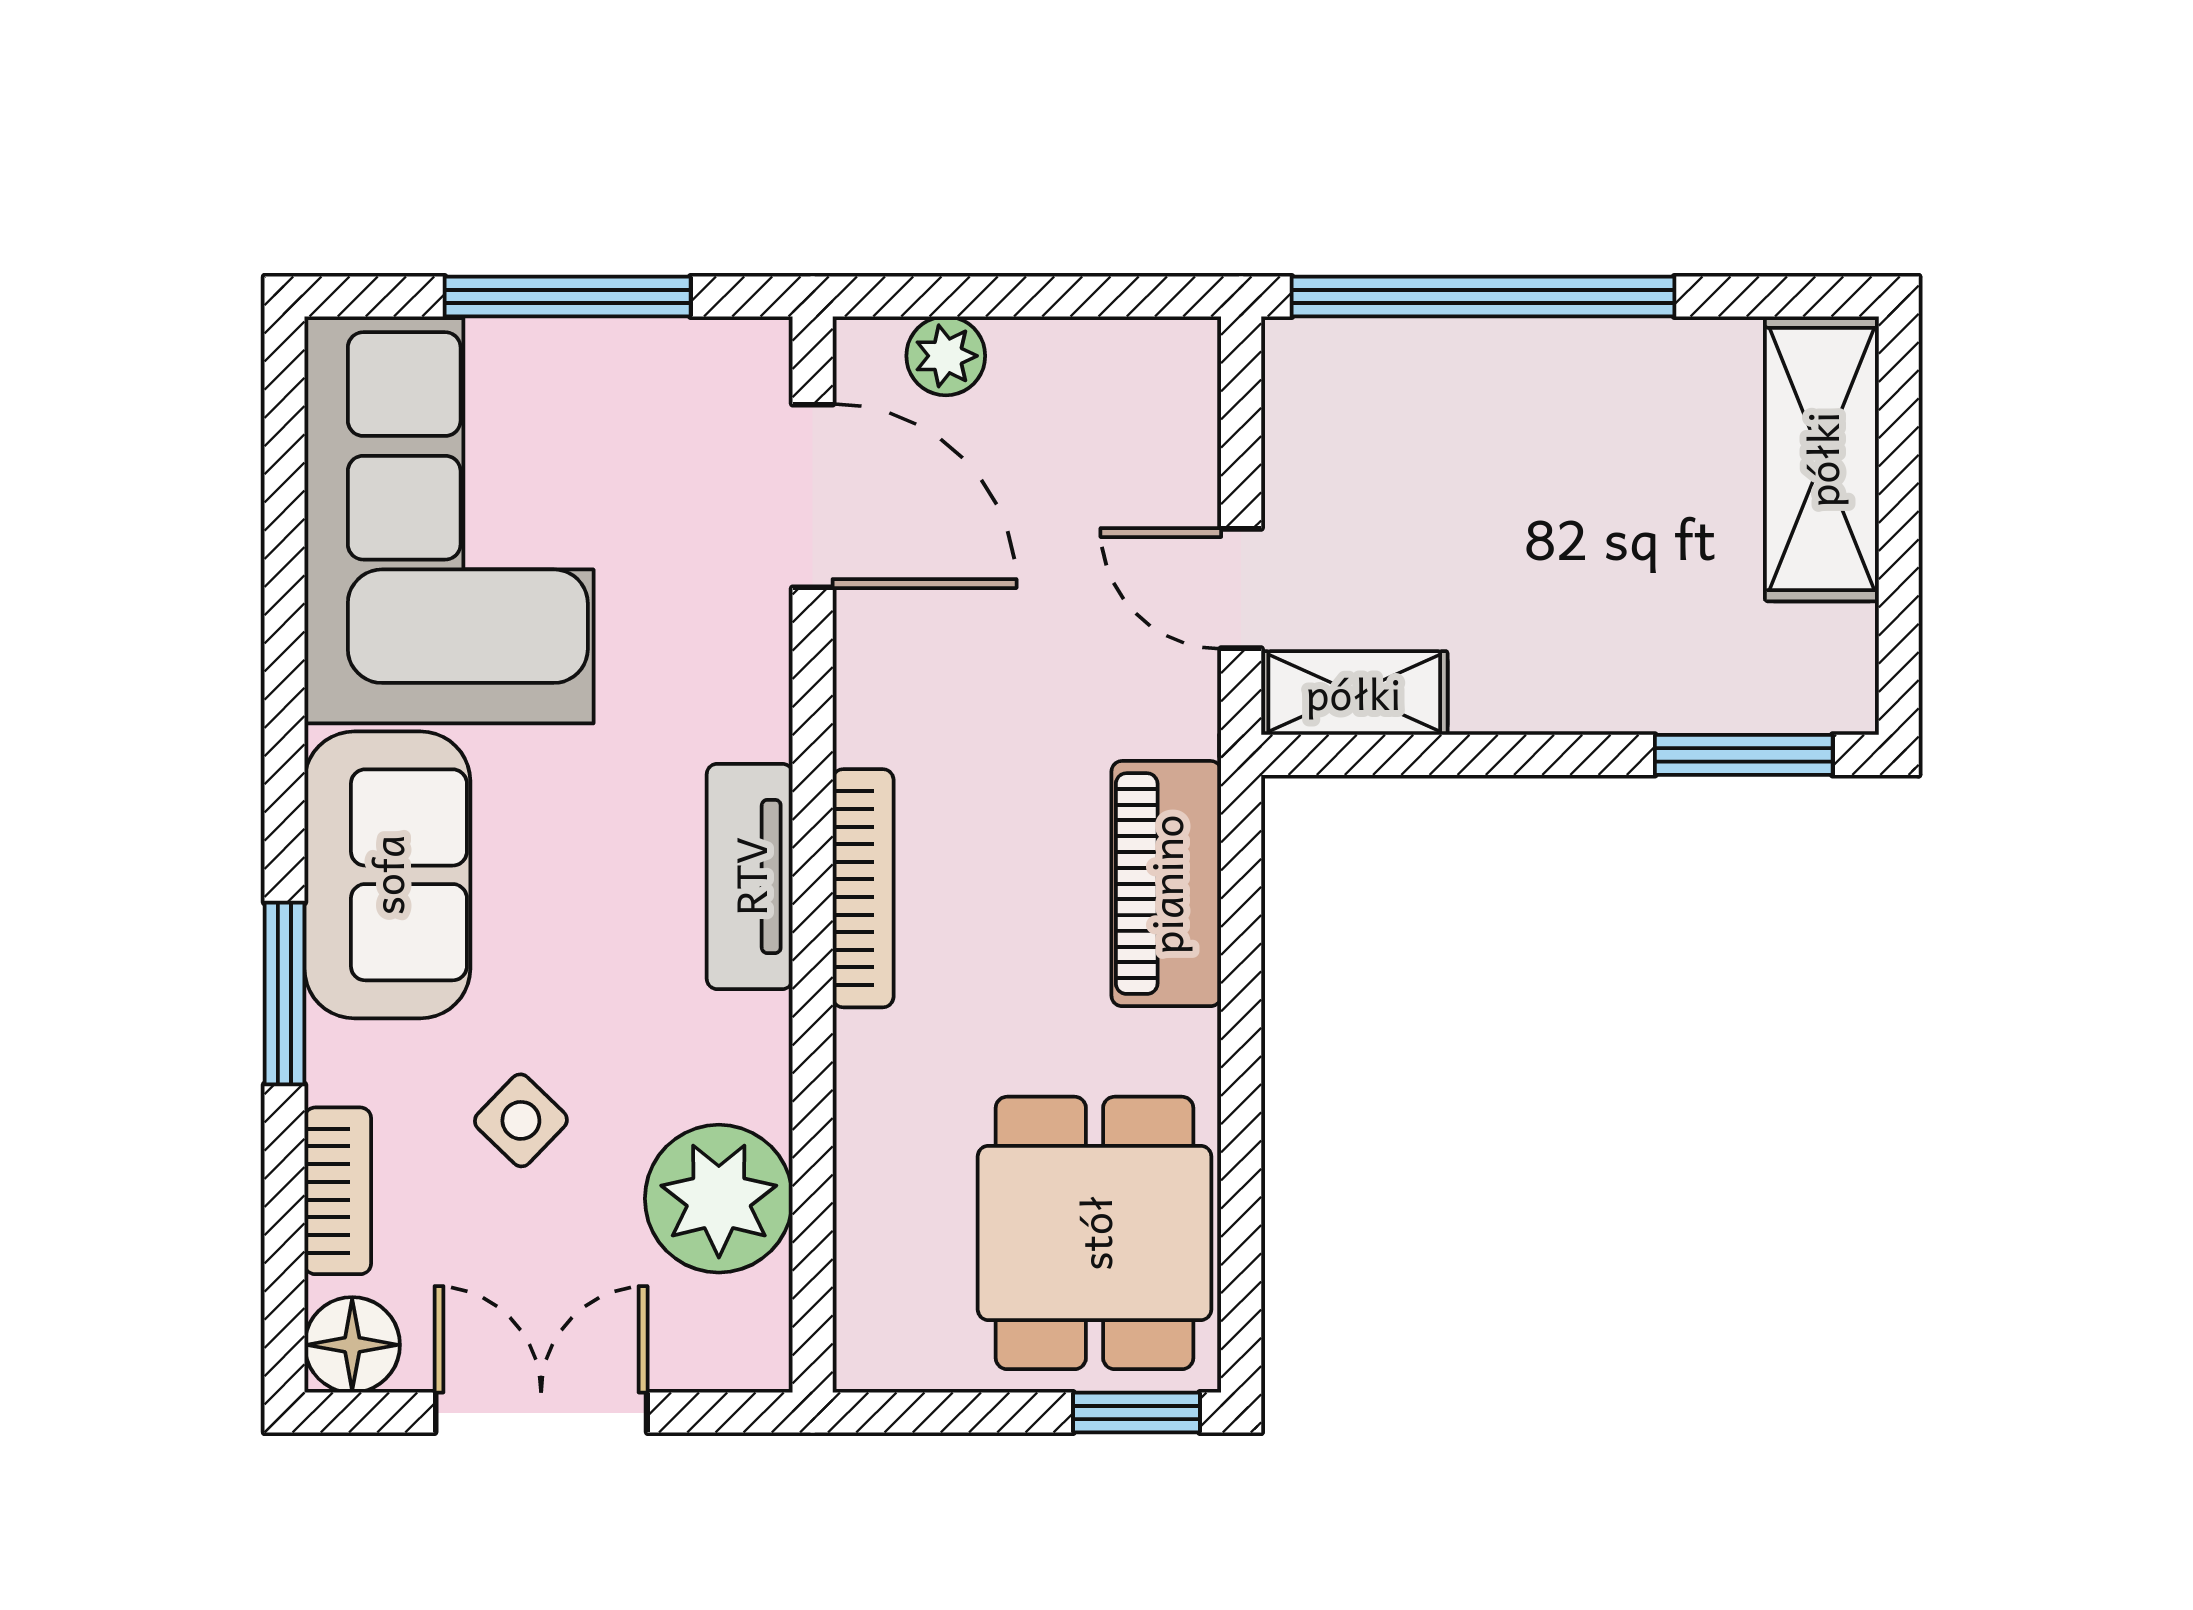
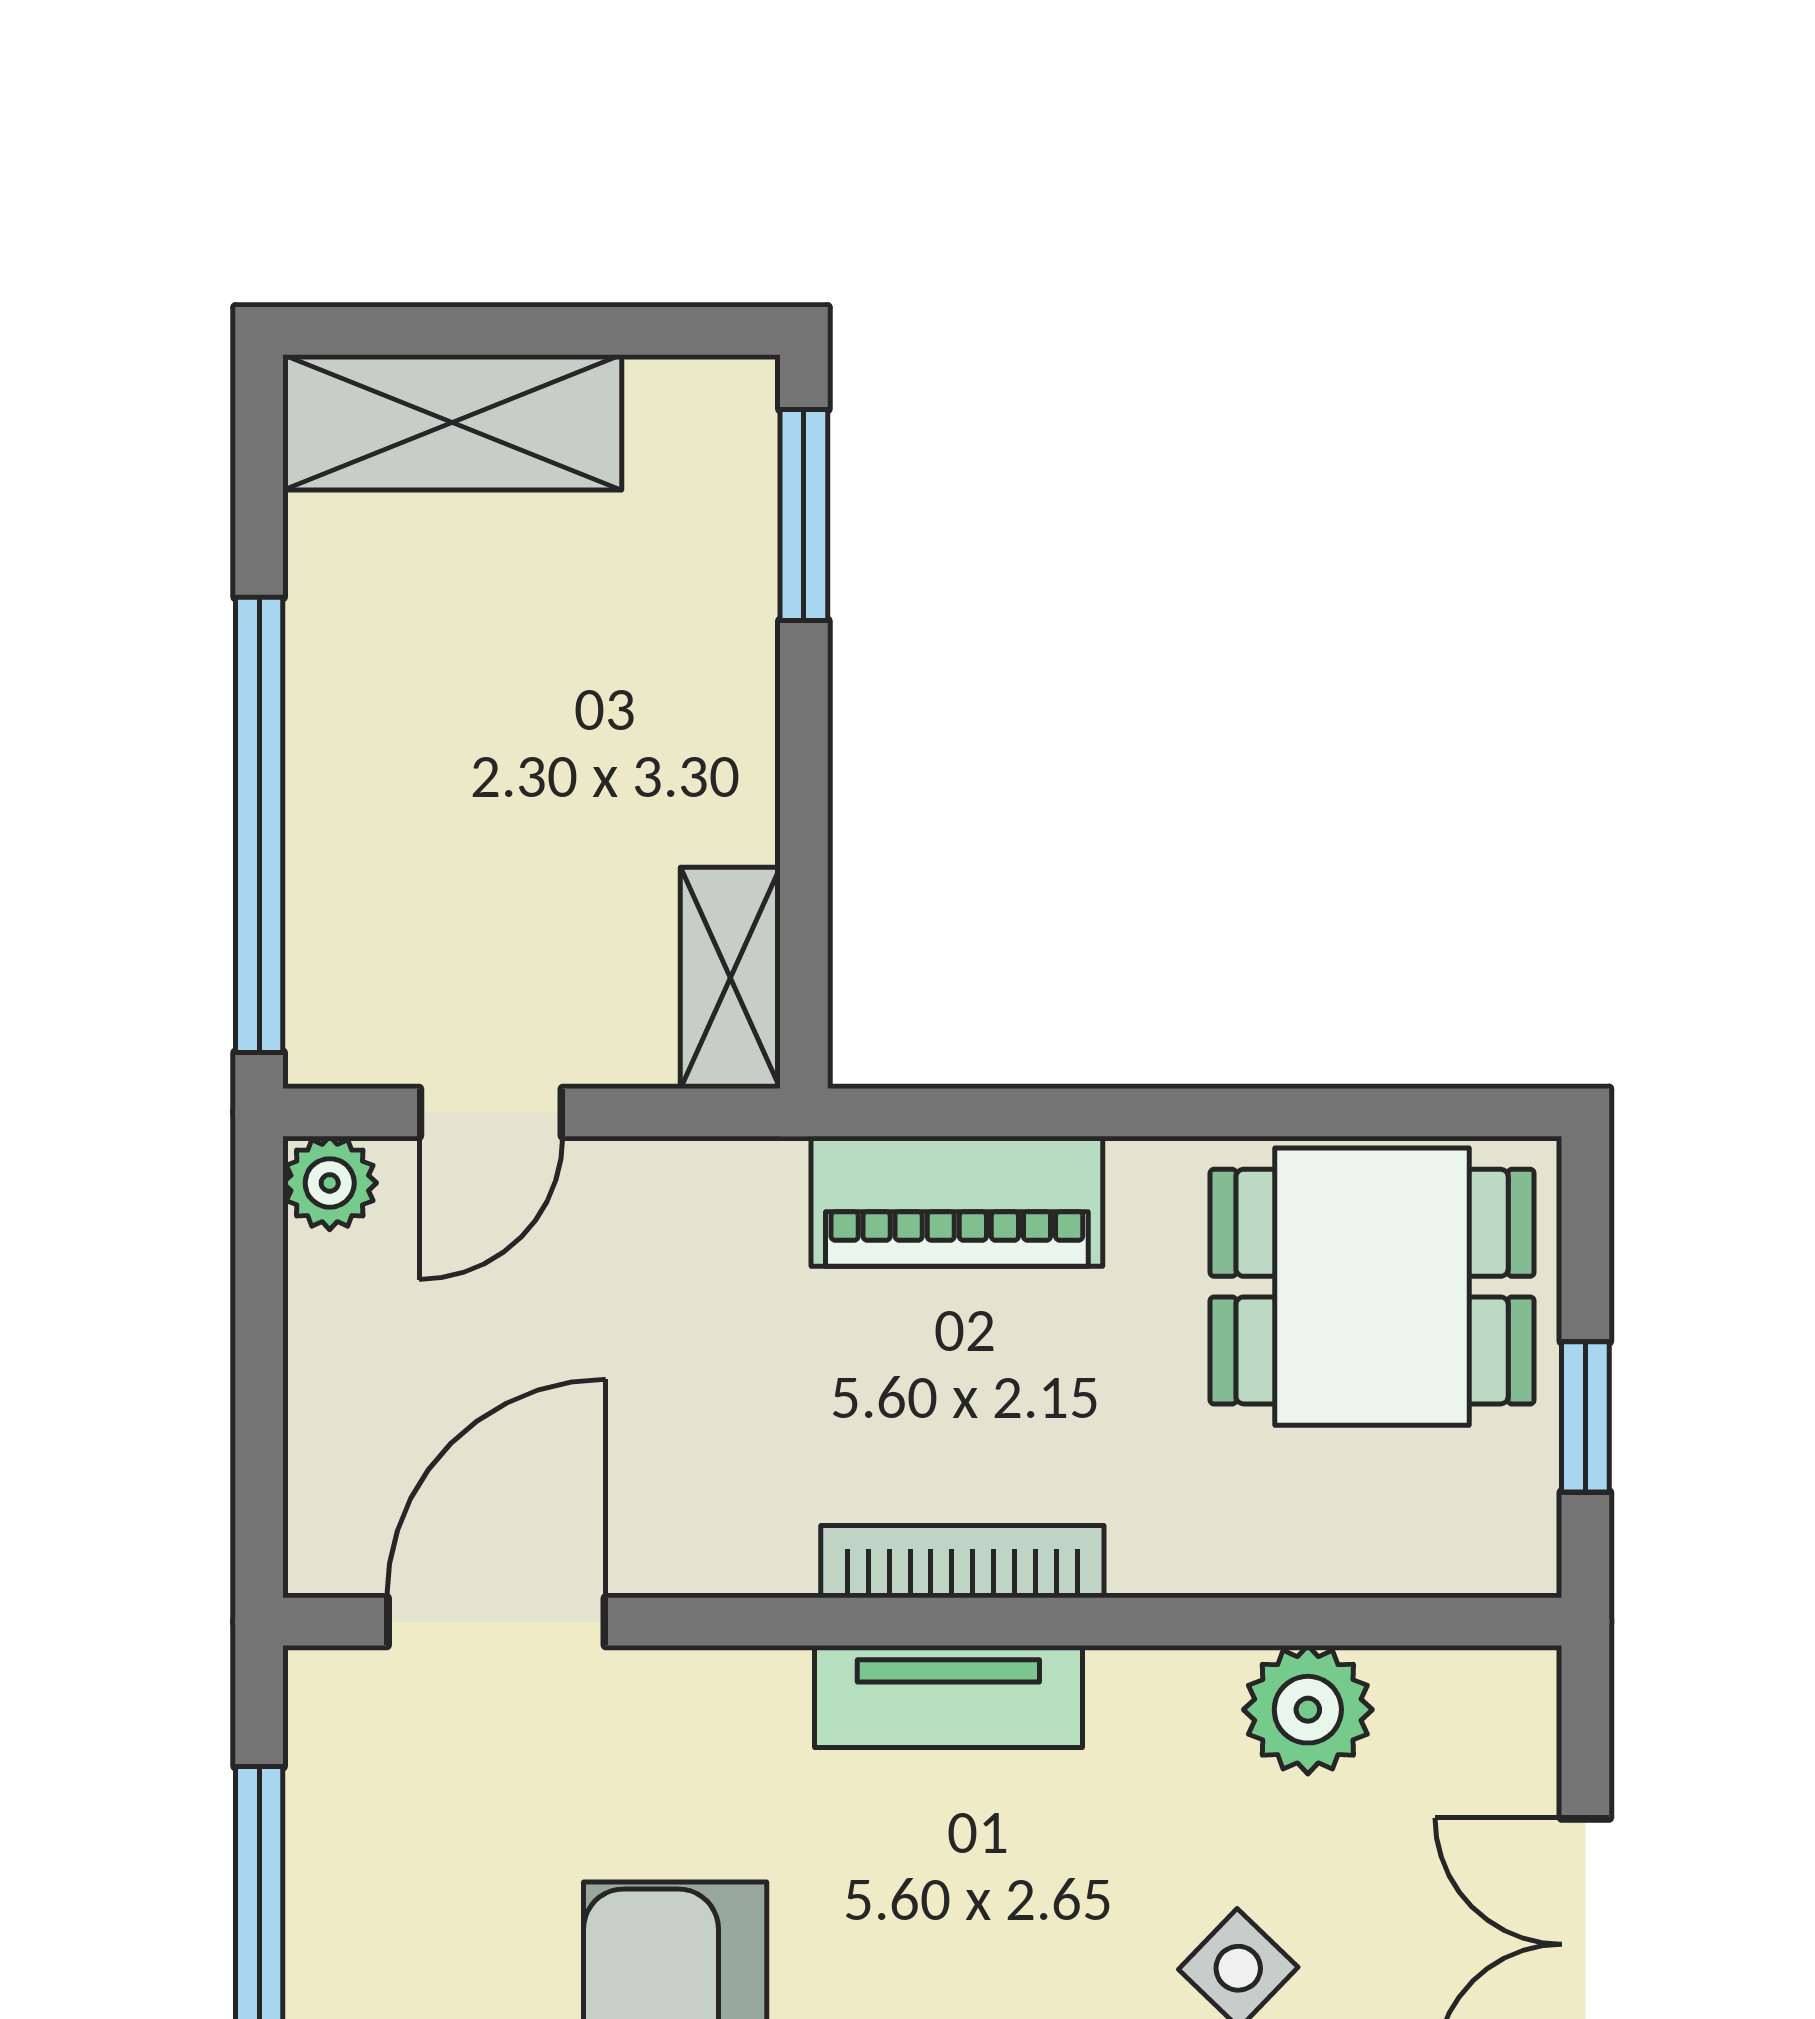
plant: (946, 356) -> (330, 1183), moved
door: (1241, 588) -> (491, 1112), moved
plant: (719, 1199) -> (1308, 1710), width x0.73, depth x0.73
window: (1136, 1413) -> (1585, 1417), moved

